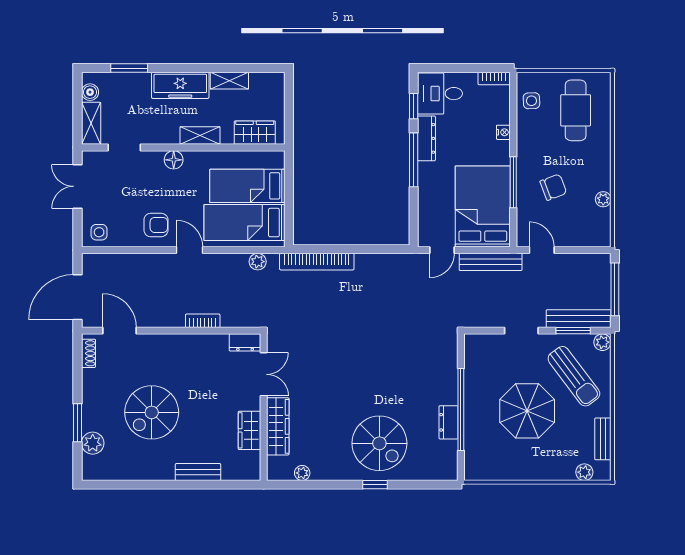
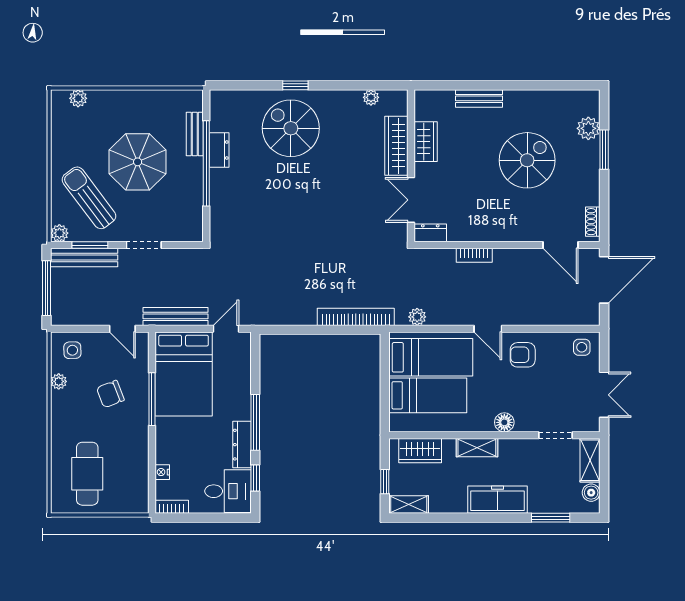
shelving: (229, 81) -> (409, 505), moved
side table: (531, 101) -> (72, 350), moved
window: (289, 103) -> (385, 482), added
nightstand: (503, 132) -> (162, 472), moved
bench: (603, 439) -> (195, 134), moved

